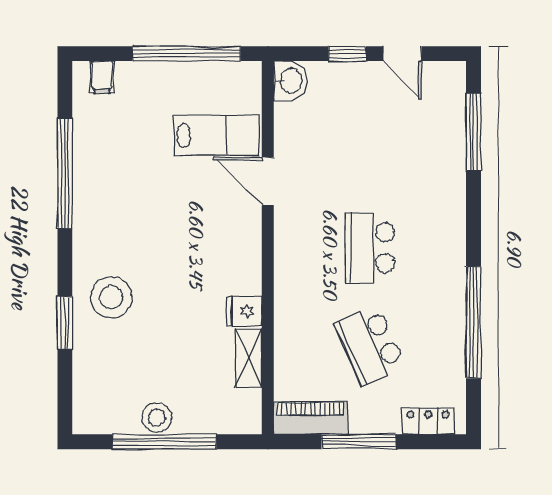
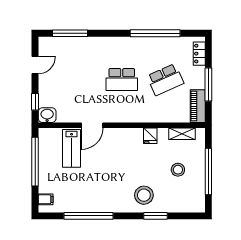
window: (347, 54) -> (35, 102), moved
lab bench: (216, 135) -> (72, 148), turned 180
shelving: (249, 358) -> (182, 134), moved
stool: (157, 417) -> (178, 170), moved

